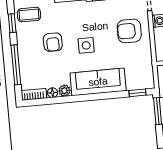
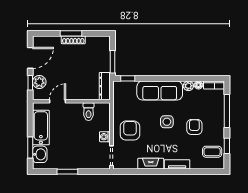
armchair: (129, 31) -> (130, 131), turned -90

